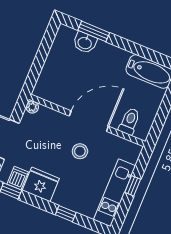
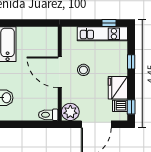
plant: (32, 107) -> (70, 112), width x1.88, depth x1.88
toilet: (129, 121) -> (48, 115), moved
window: (133, 186) -> (109, 23), moved

